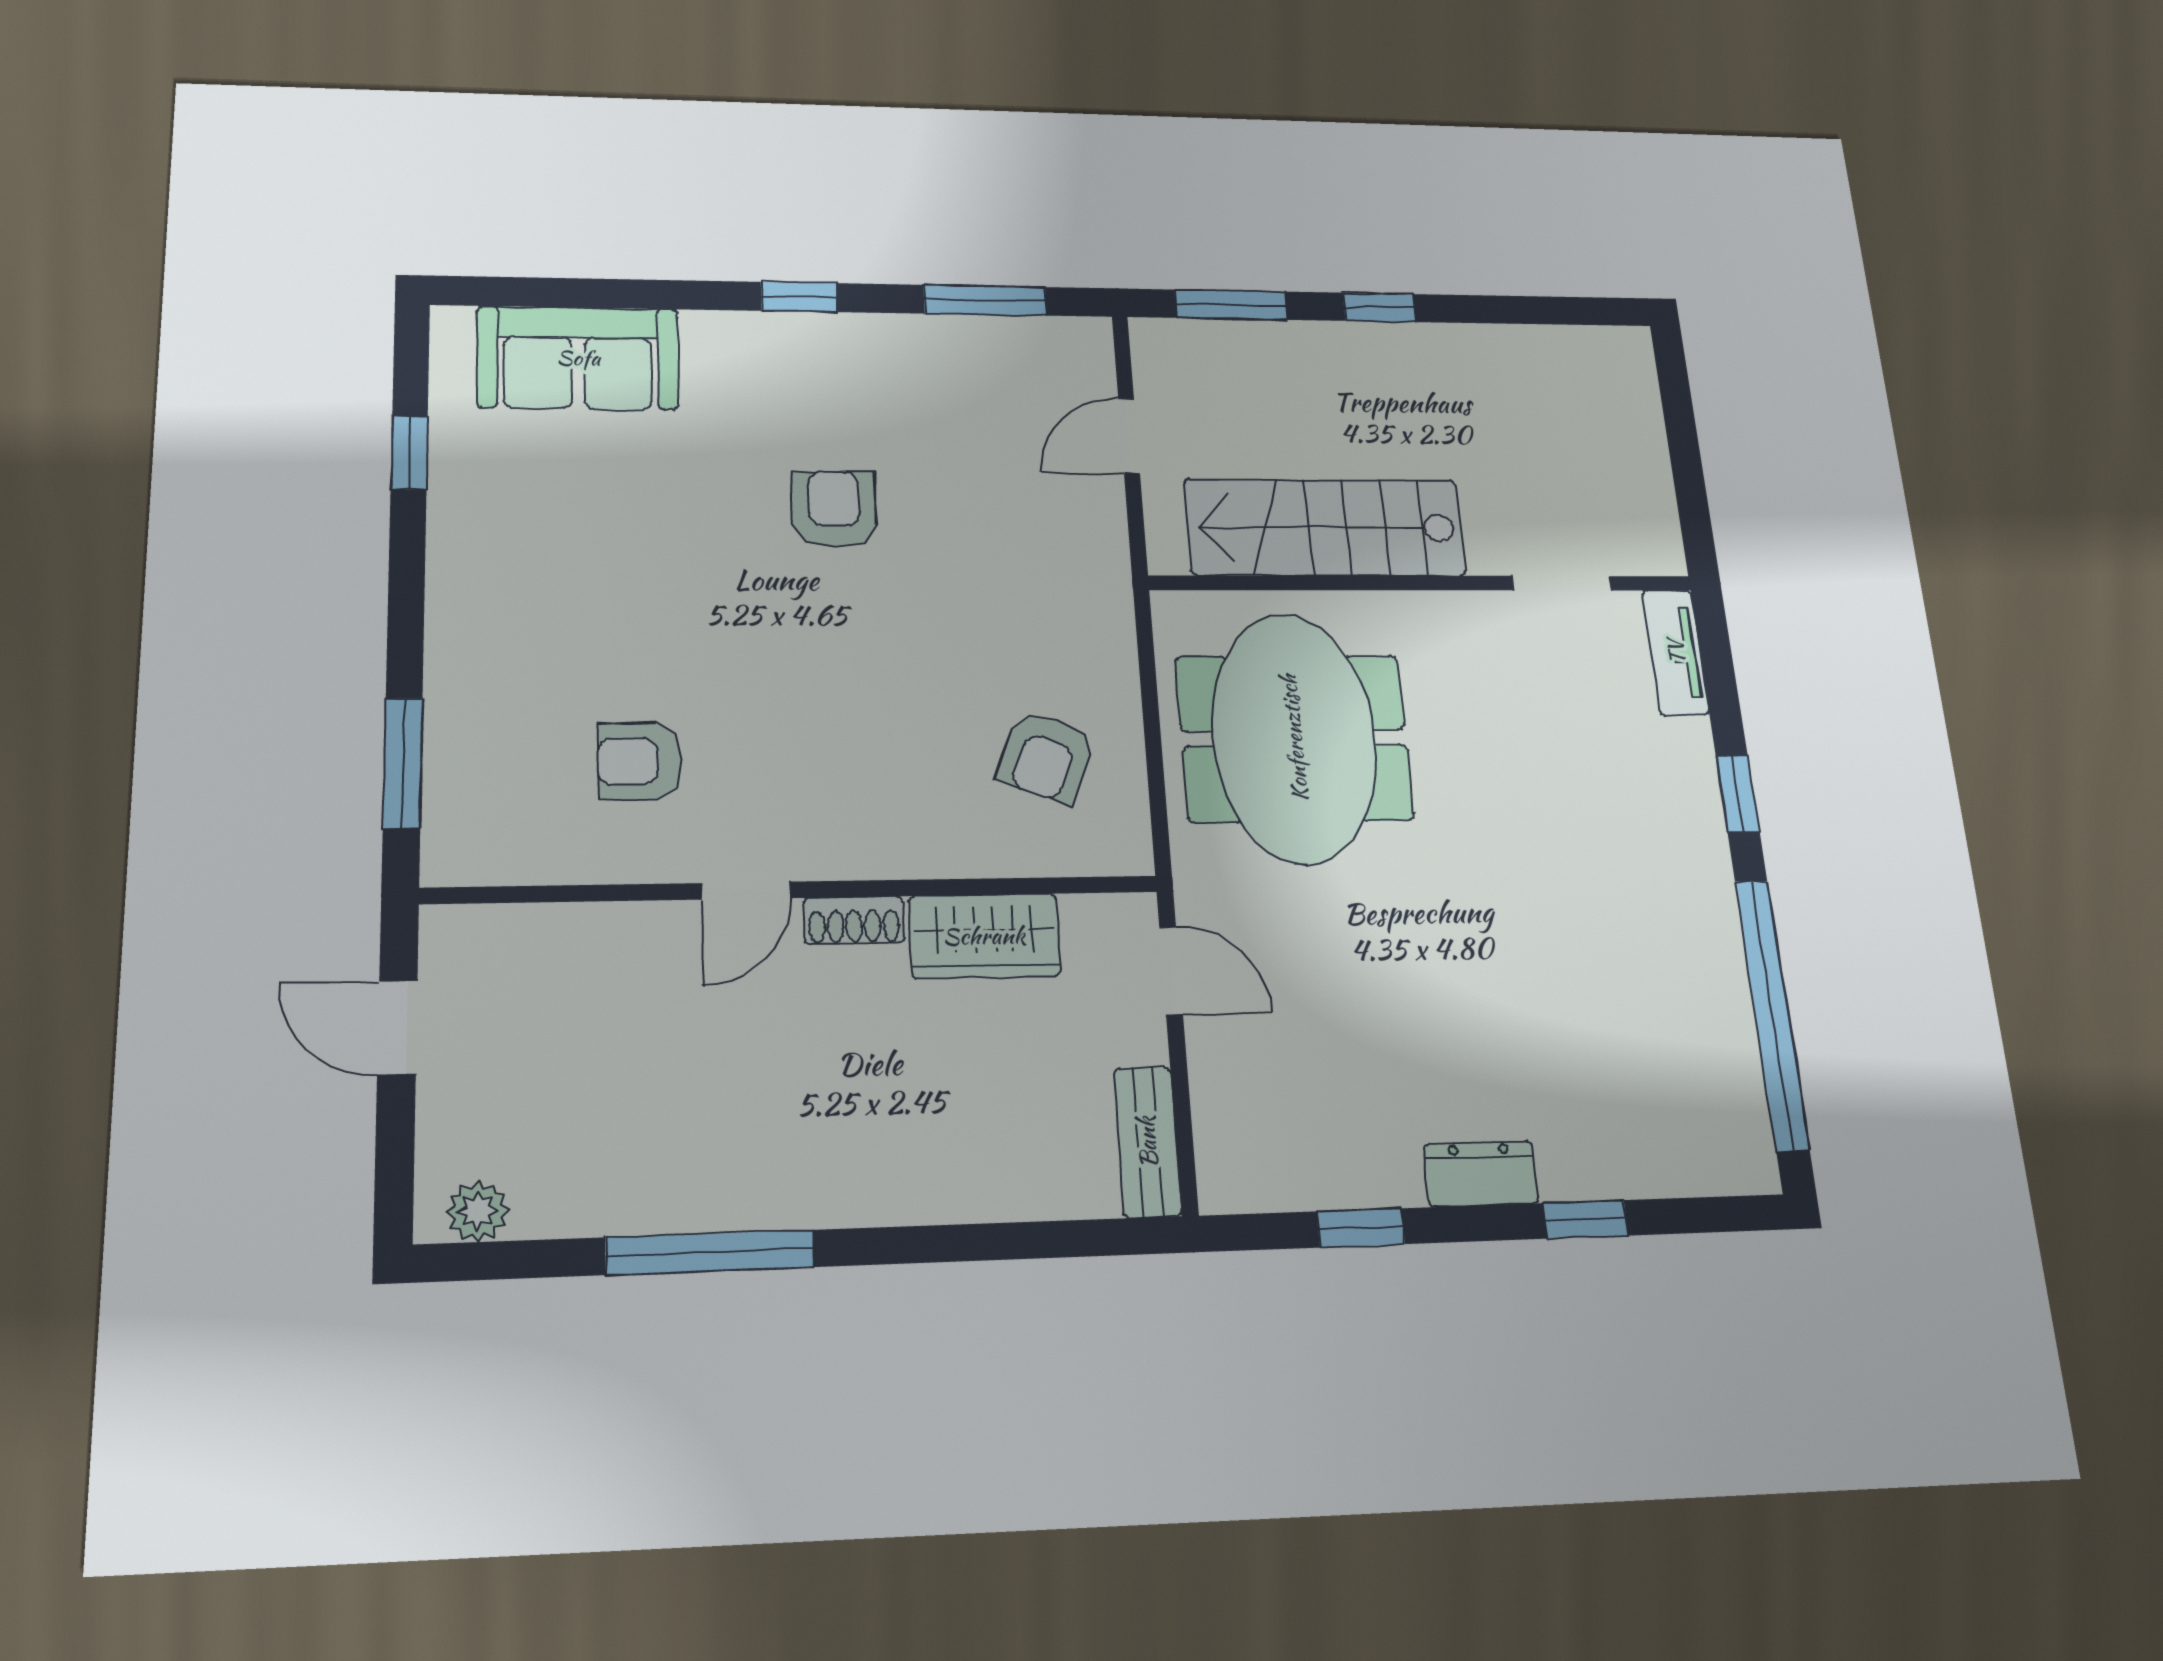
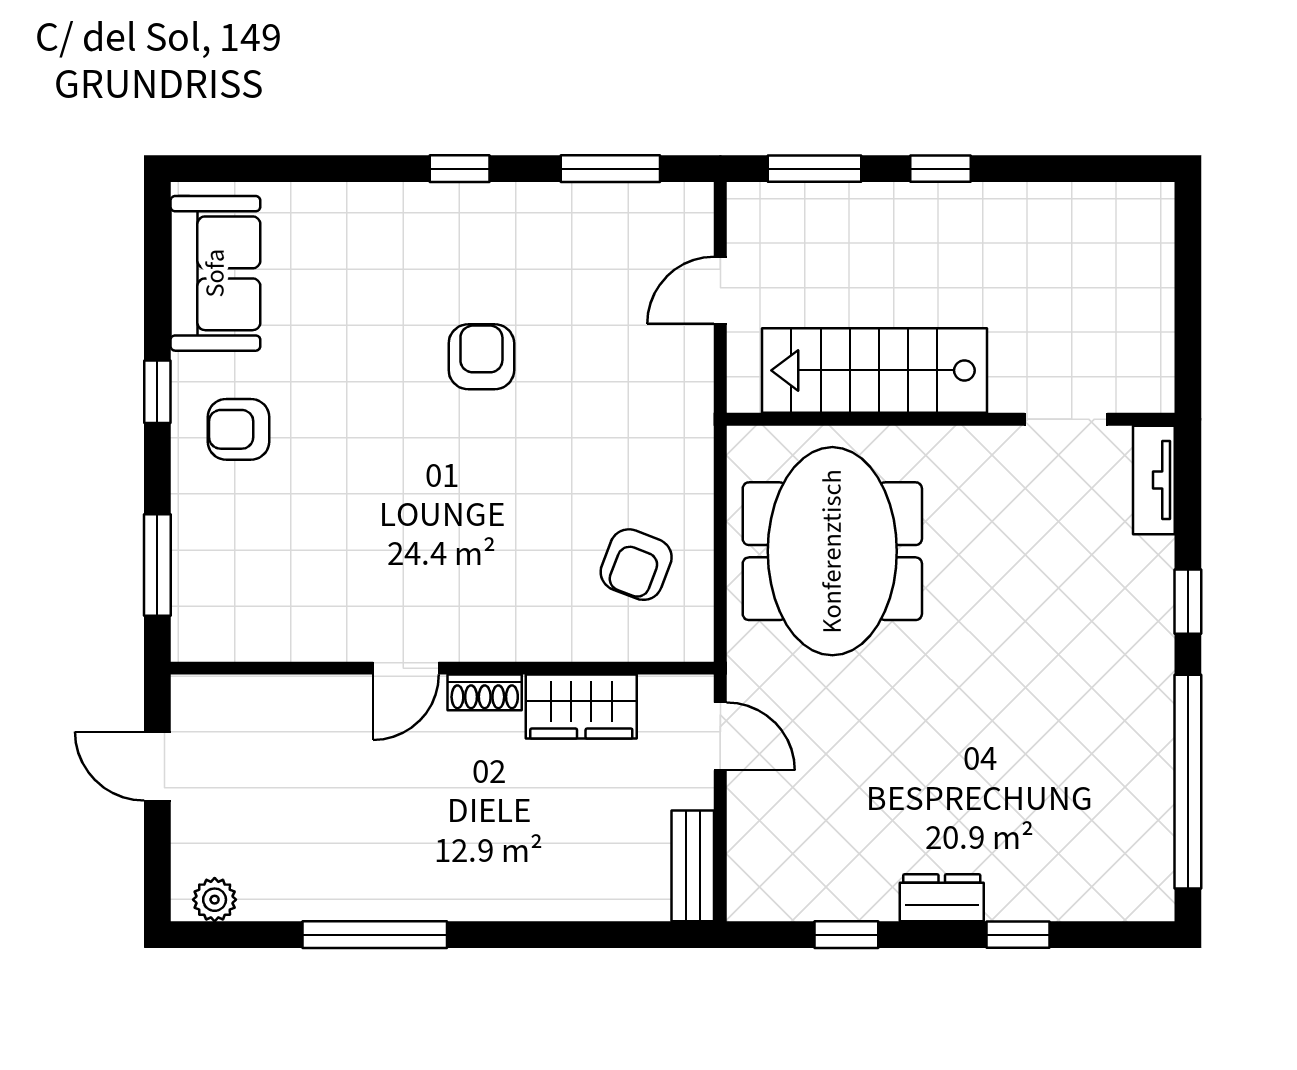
sofa: (578, 358) -> (215, 273), moved, turned -90
window: (409, 453) -> (157, 392), moved
armchair: (639, 761) -> (238, 429), moved

